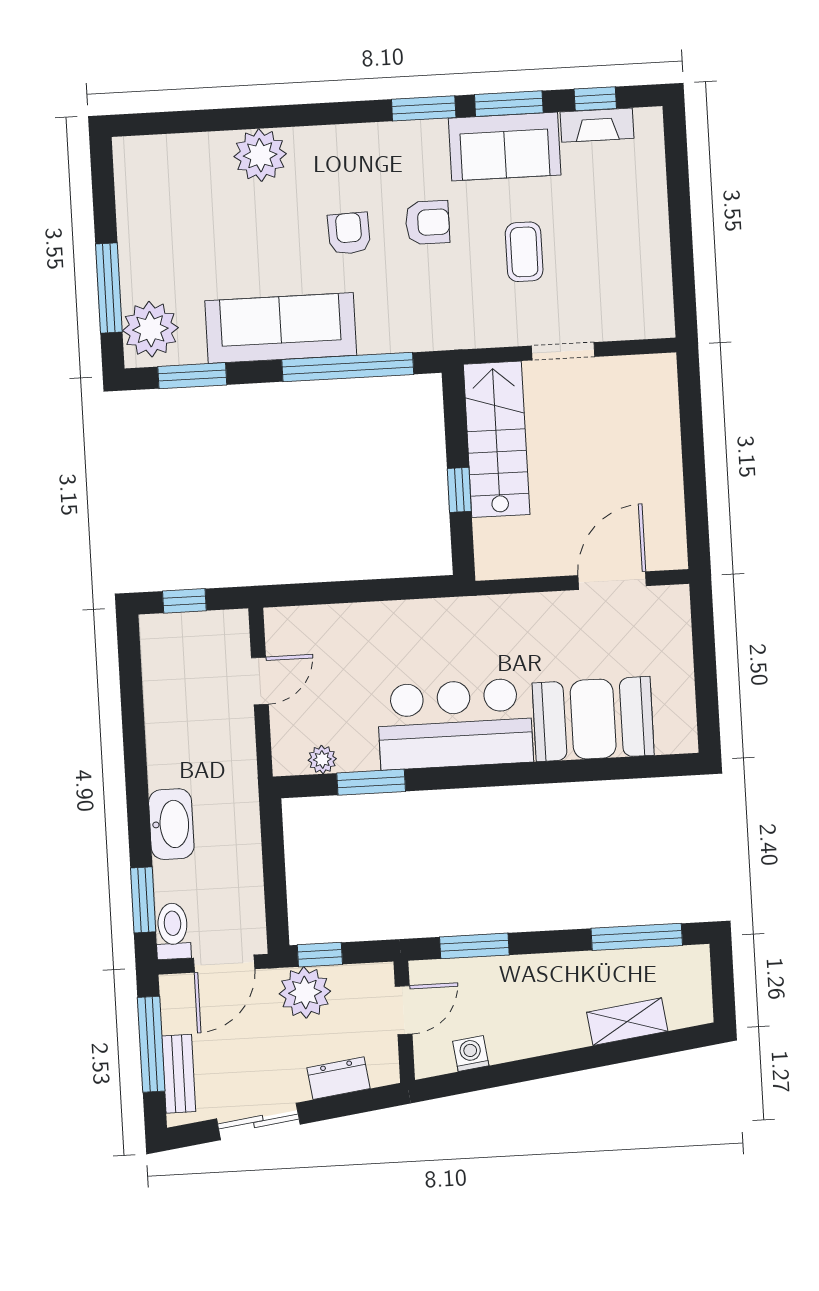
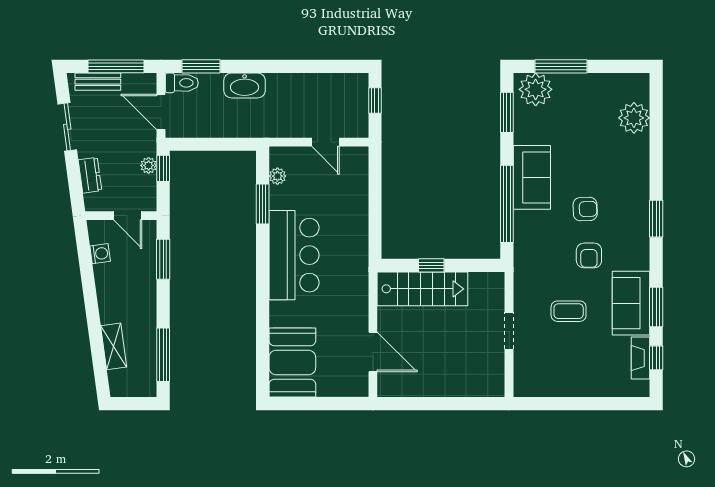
window: (424, 108) -> (656, 219), moved
plant: (260, 155) -> (634, 118), moved
sofa: (281, 328) -> (532, 177), width x0.73
stairs: (497, 439) -> (422, 289), moved
booth: (593, 719) -> (292, 363), moved
plant: (305, 993) -> (149, 165), width x0.53, depth x0.53

